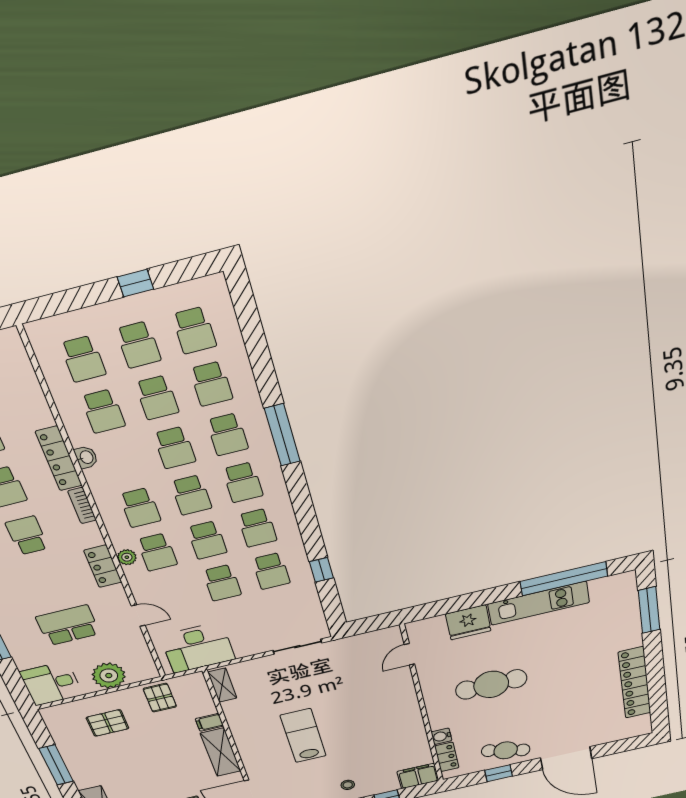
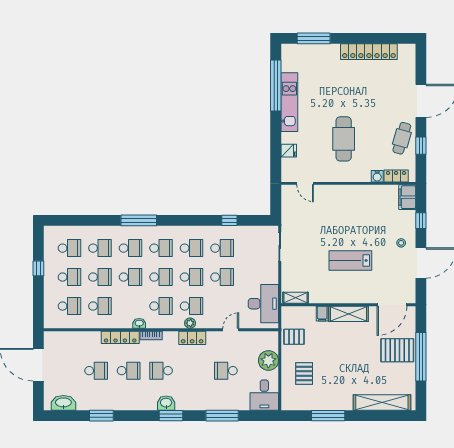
washbasin: (86, 457) -> (139, 323), moved
fridge: (468, 622) -> (289, 151), width x0.53, depth x0.75
school desk: (68, 625) -> (226, 371), width x0.54

